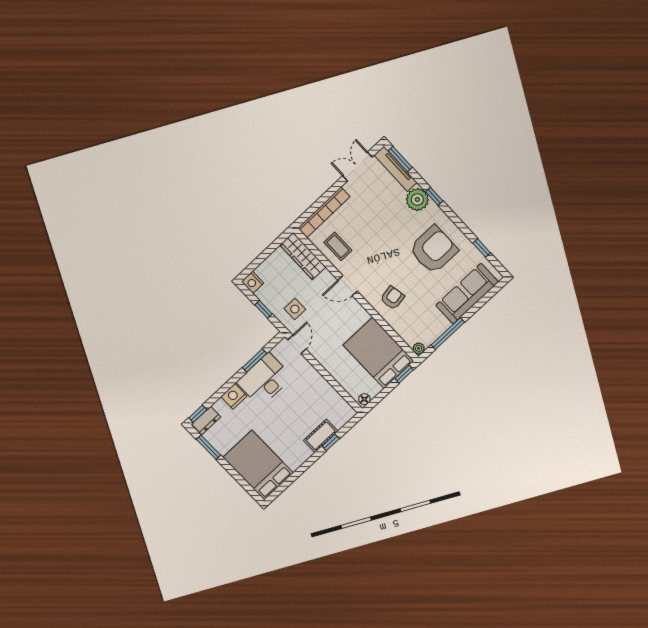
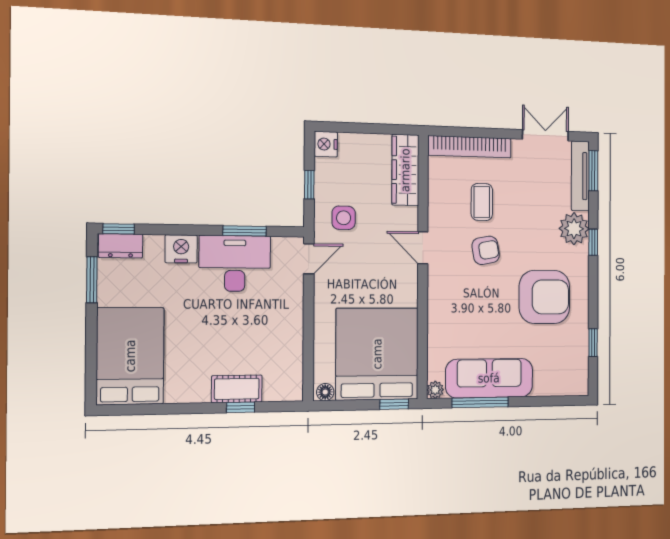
coffee table: (338, 246) -> (482, 202), moved
sofa: (467, 294) -> (489, 378), moved
armchair: (392, 298) -> (486, 250), moved
bed: (378, 353) -> (377, 354), width x1.36

